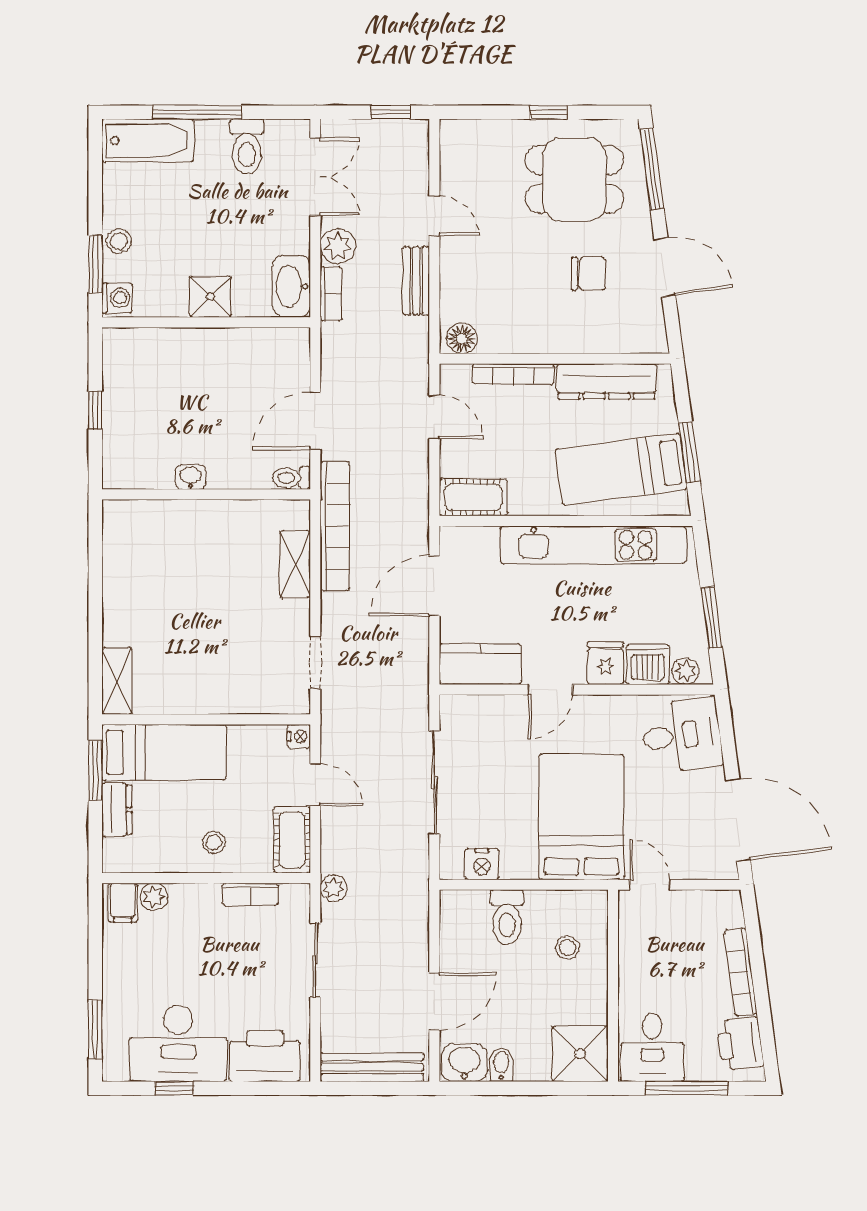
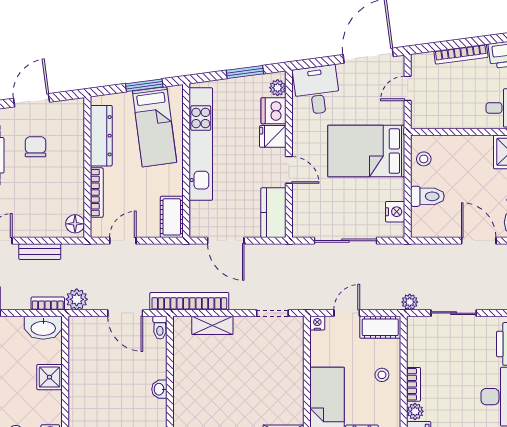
plant: (338, 246) -> (77, 299), moved
door: (650, 885) -> (408, 88), moved
bookcase: (250, 894) -> (414, 384), moved
stool: (567, 947) -> (424, 159), moved

